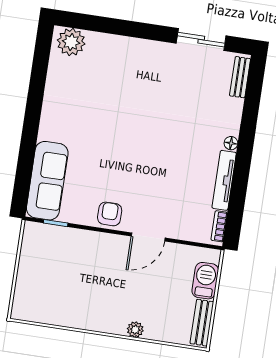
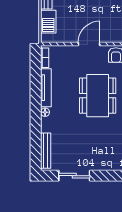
bench: (240, 77) -> (46, 151), width x1.36
dining table: (147, 156) -> (98, 96), added

